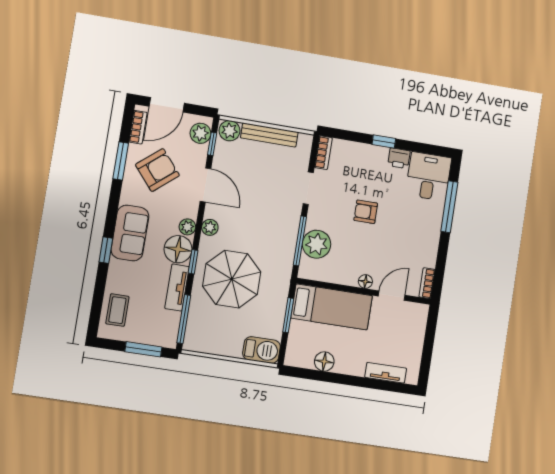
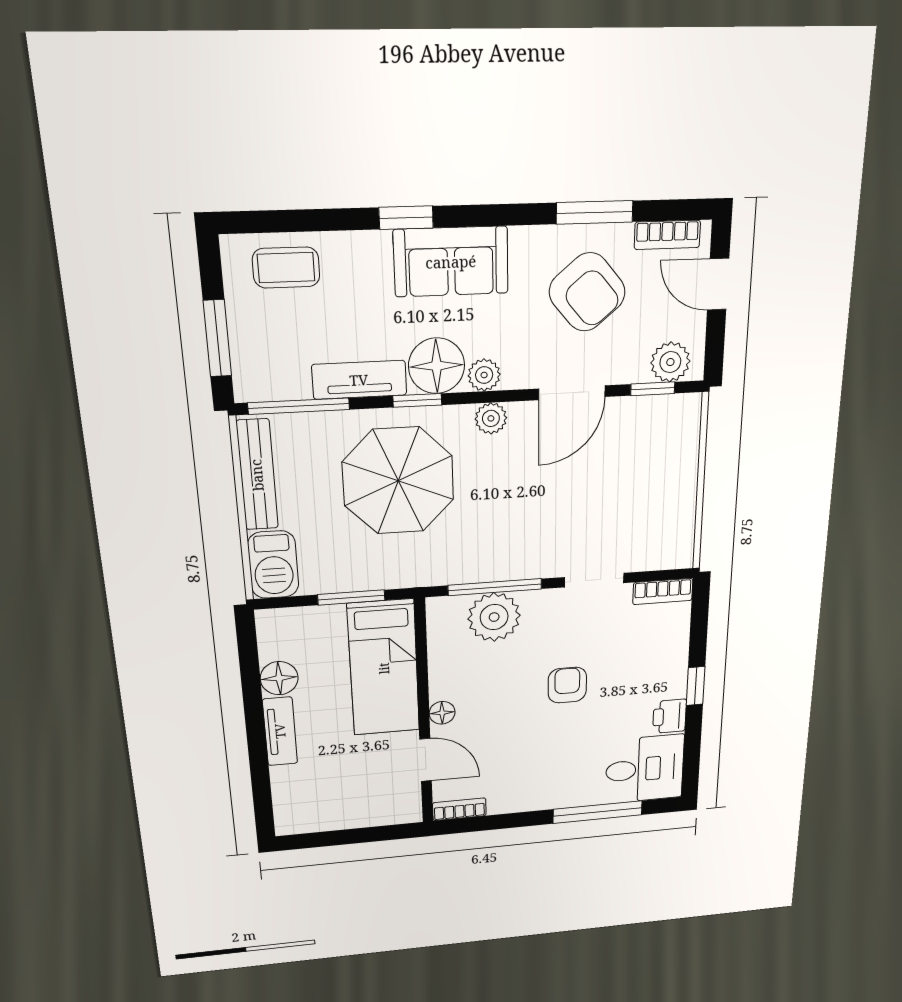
door: (167, 105) -> (718, 284), width x0.73
plant: (230, 131) -> (682, 416), removed
bench: (269, 135) -> (257, 475), moved
tv unit: (386, 373) -> (280, 731), moved

